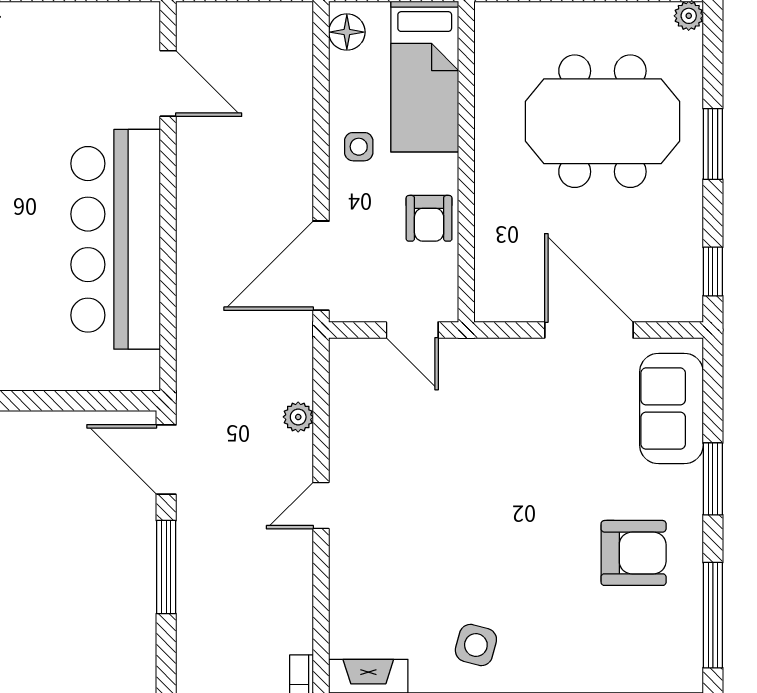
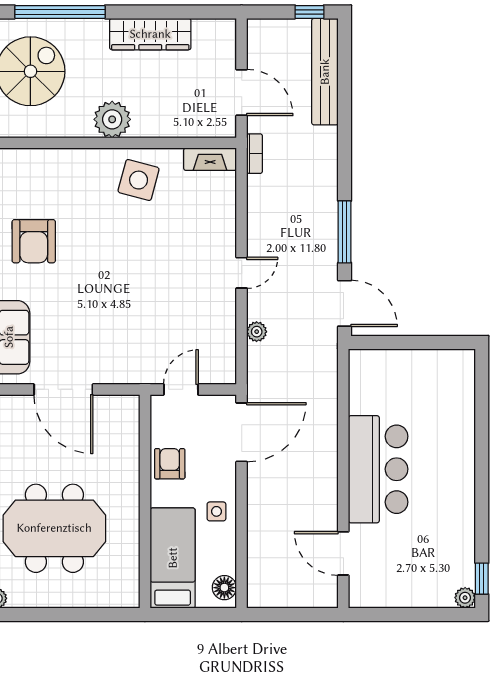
bar counter: (116, 239) -> (378, 469), width x0.73
door: (412, 330) -> (181, 389), hinge flipped
armchair: (634, 553) -> (34, 241), turned -90
side table: (476, 645) -> (139, 180), width x1.37, depth x1.37

